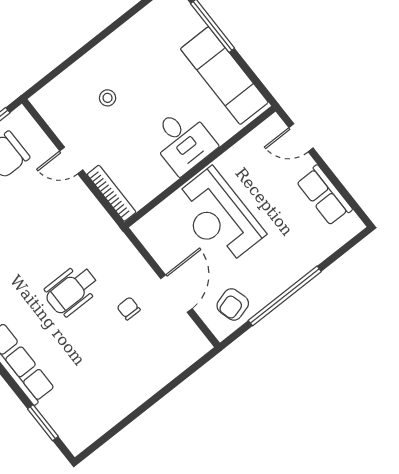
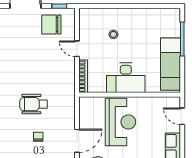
desk: (183, 141) -> (126, 78), width x1.37
reception desk: (218, 217) -> (120, 122), turned 180
chair: (129, 308) -> (38, 137), moved

